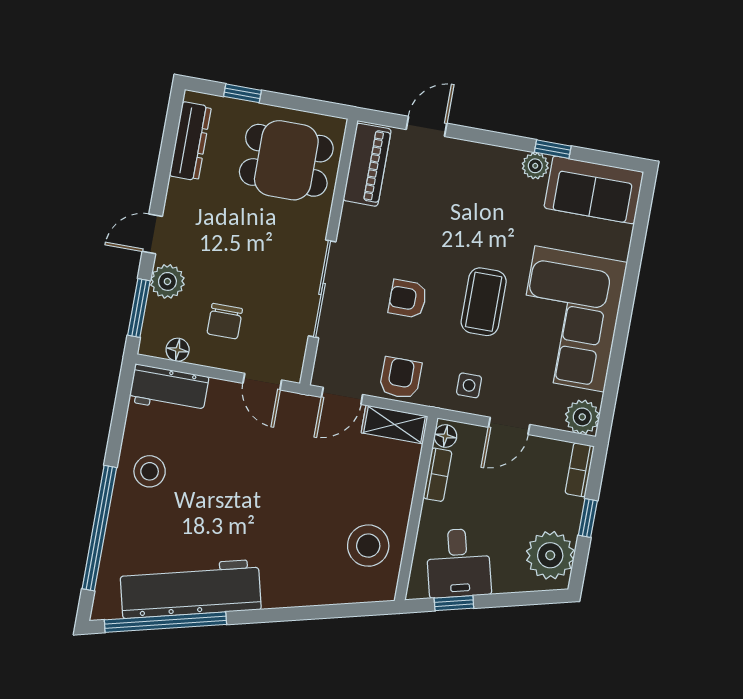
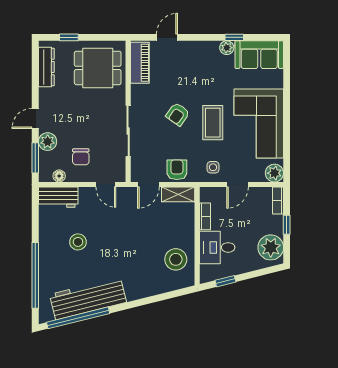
armchair: (408, 299) -> (178, 114), moved, turned -55
floor lamp: (445, 436) -> (206, 196), removed
stool: (150, 471) -> (78, 242), moved
desk: (459, 563) -> (217, 247), moved, turned 104

